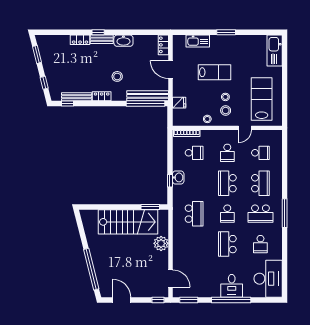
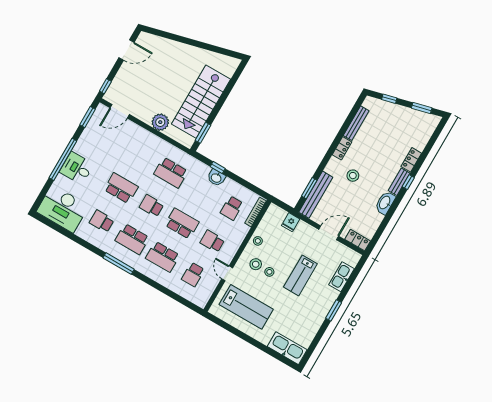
window: (68, 104) -> (355, 110), removed
window: (146, 104) -> (309, 188), width x0.47
school desk: (260, 214) -> (132, 239), turned -90
window: (91, 269) -> (175, 37), removed

